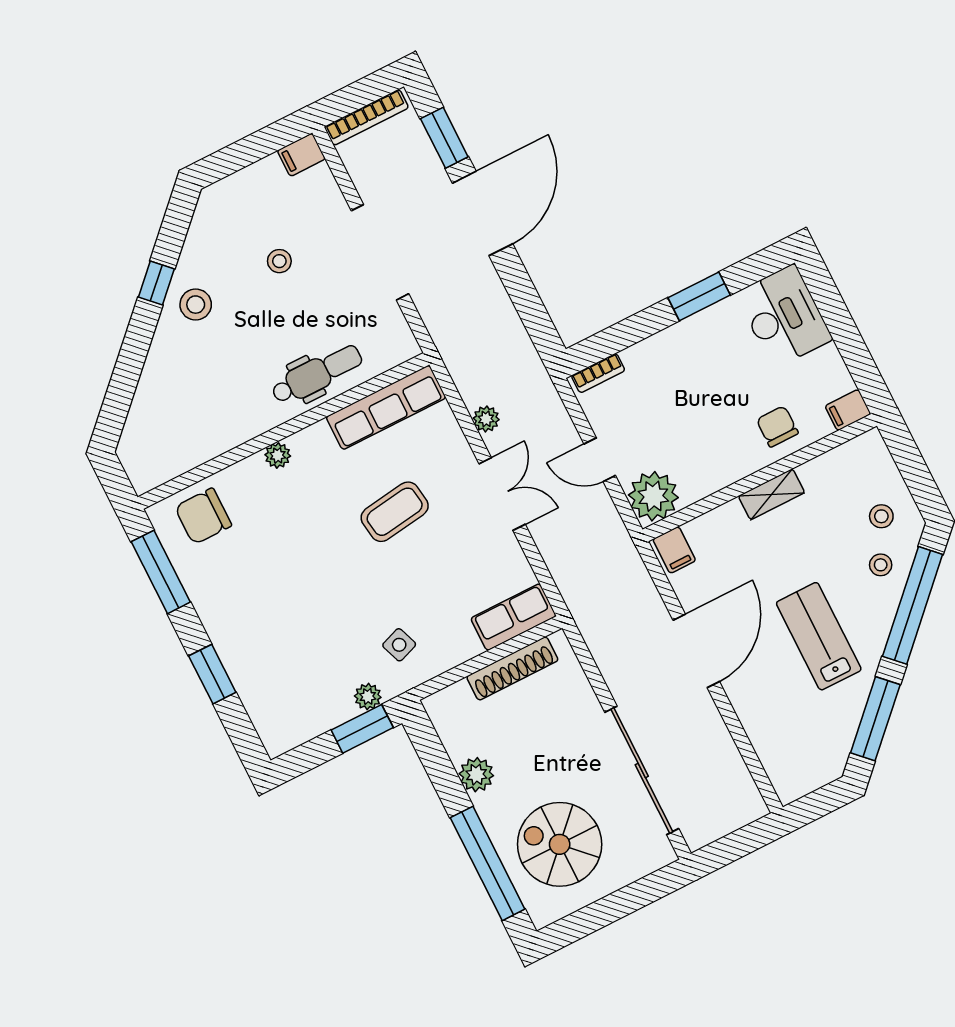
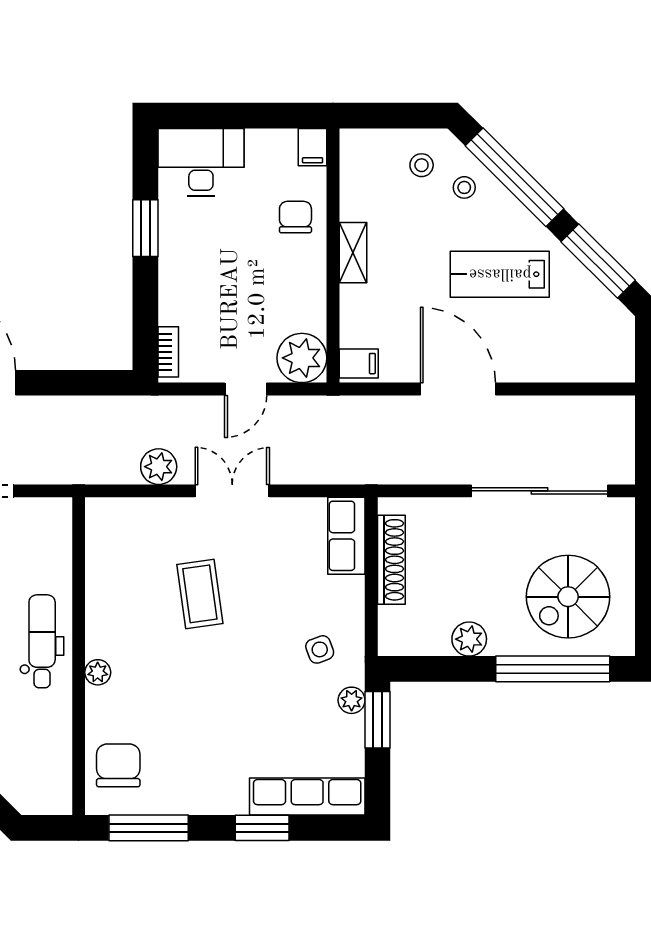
dental chair: (317, 374) -> (42, 641), moved
row of seats: (386, 407) -> (307, 797), moved, turned -90
plant: (486, 419) -> (159, 467), width x1.38, depth x1.38
chair: (777, 426) -> (295, 217), turned 90
chair: (203, 516) -> (118, 765), turned 180

